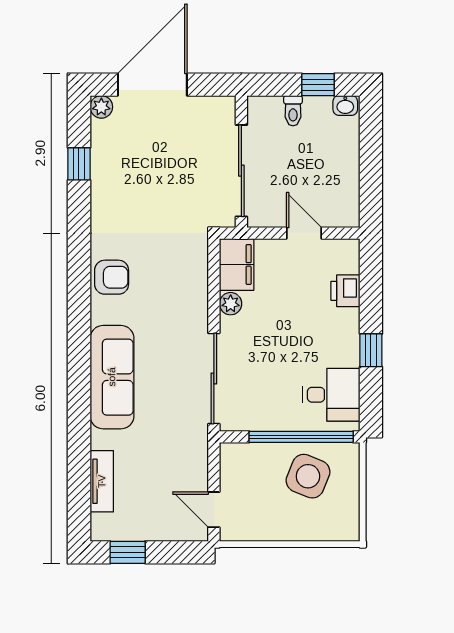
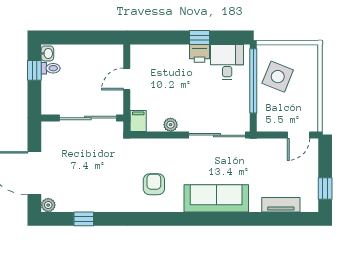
toilet: (293, 111) -> (51, 68), moved
filing cabinet: (237, 264) -> (138, 121), width x0.50
armchair: (112, 277) -> (154, 184), moved
printer: (345, 291) -> (199, 53), moved

